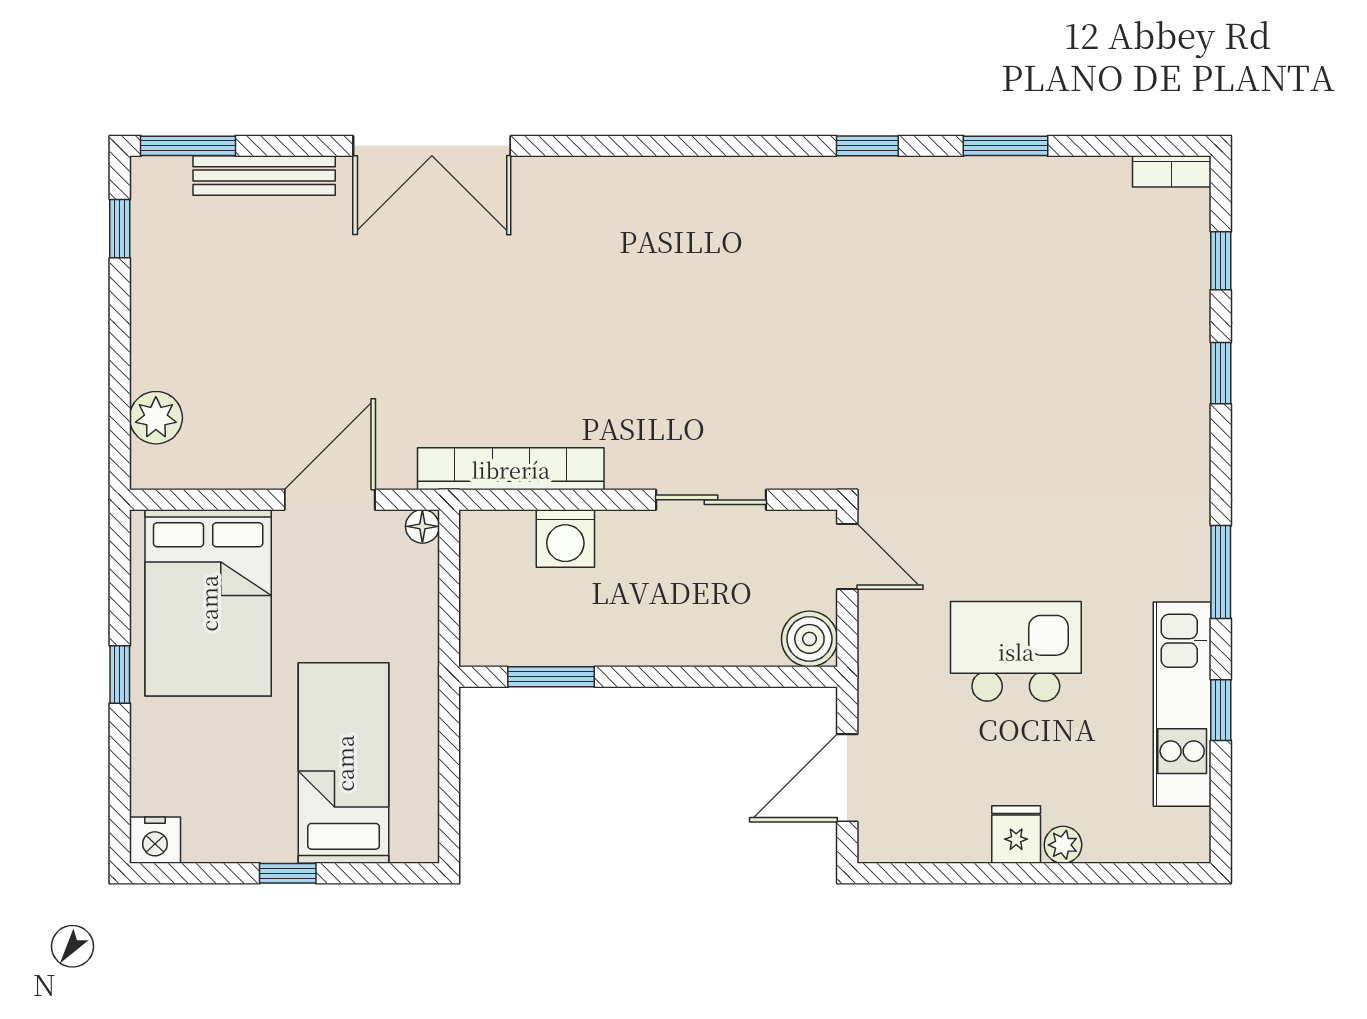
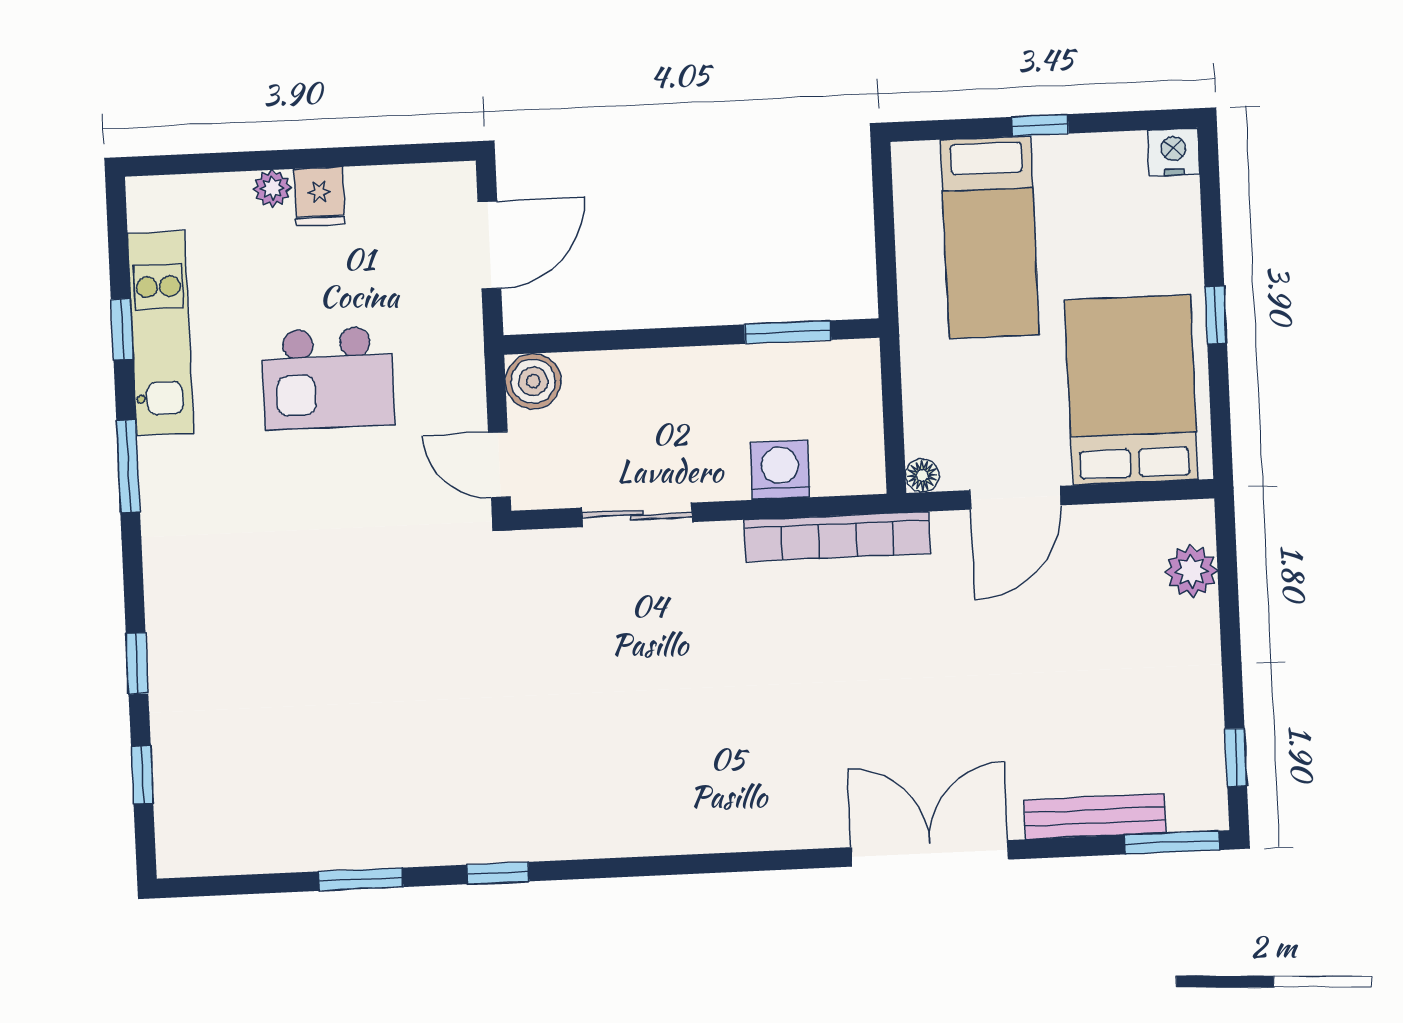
bookcase: (1172, 171) -> (195, 861), removed

